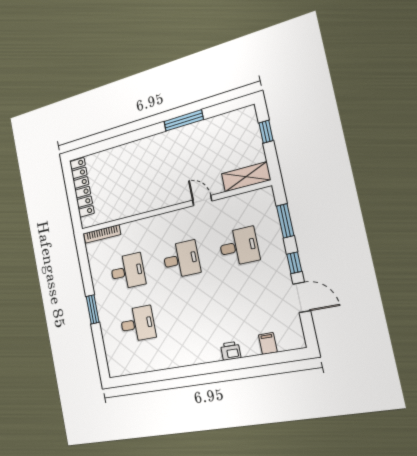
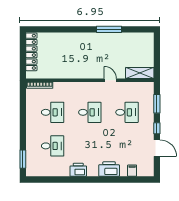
window: (266, 132) -> (157, 50), removed
window: (93, 309) -> (23, 159), moved
printer: (231, 351) -> (109, 169), width x1.87, depth x1.48
printer: (182, 356) -> (78, 170), added

